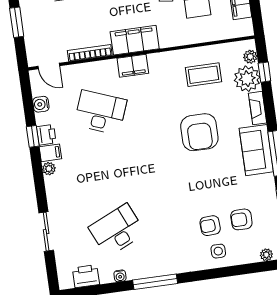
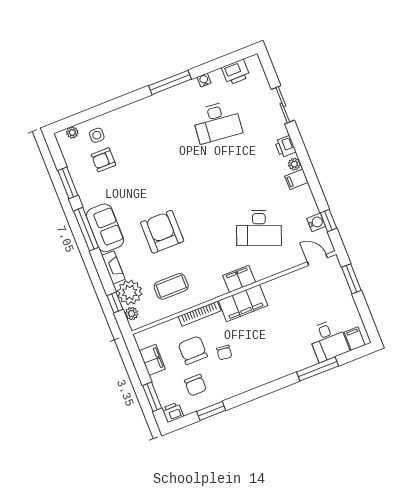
window: (17, 22) -> (351, 279), moved
bookcase: (90, 53) -> (200, 314), moved
printer: (46, 135) -> (285, 146), moved
window: (33, 136) -> (328, 220), moved
armchair: (241, 219) -> (103, 160), turned 180
armchair: (210, 226) -> (131, 147), removed
desk: (117, 230) -> (217, 122), turned 30
side table: (218, 251) -> (97, 135), moved

